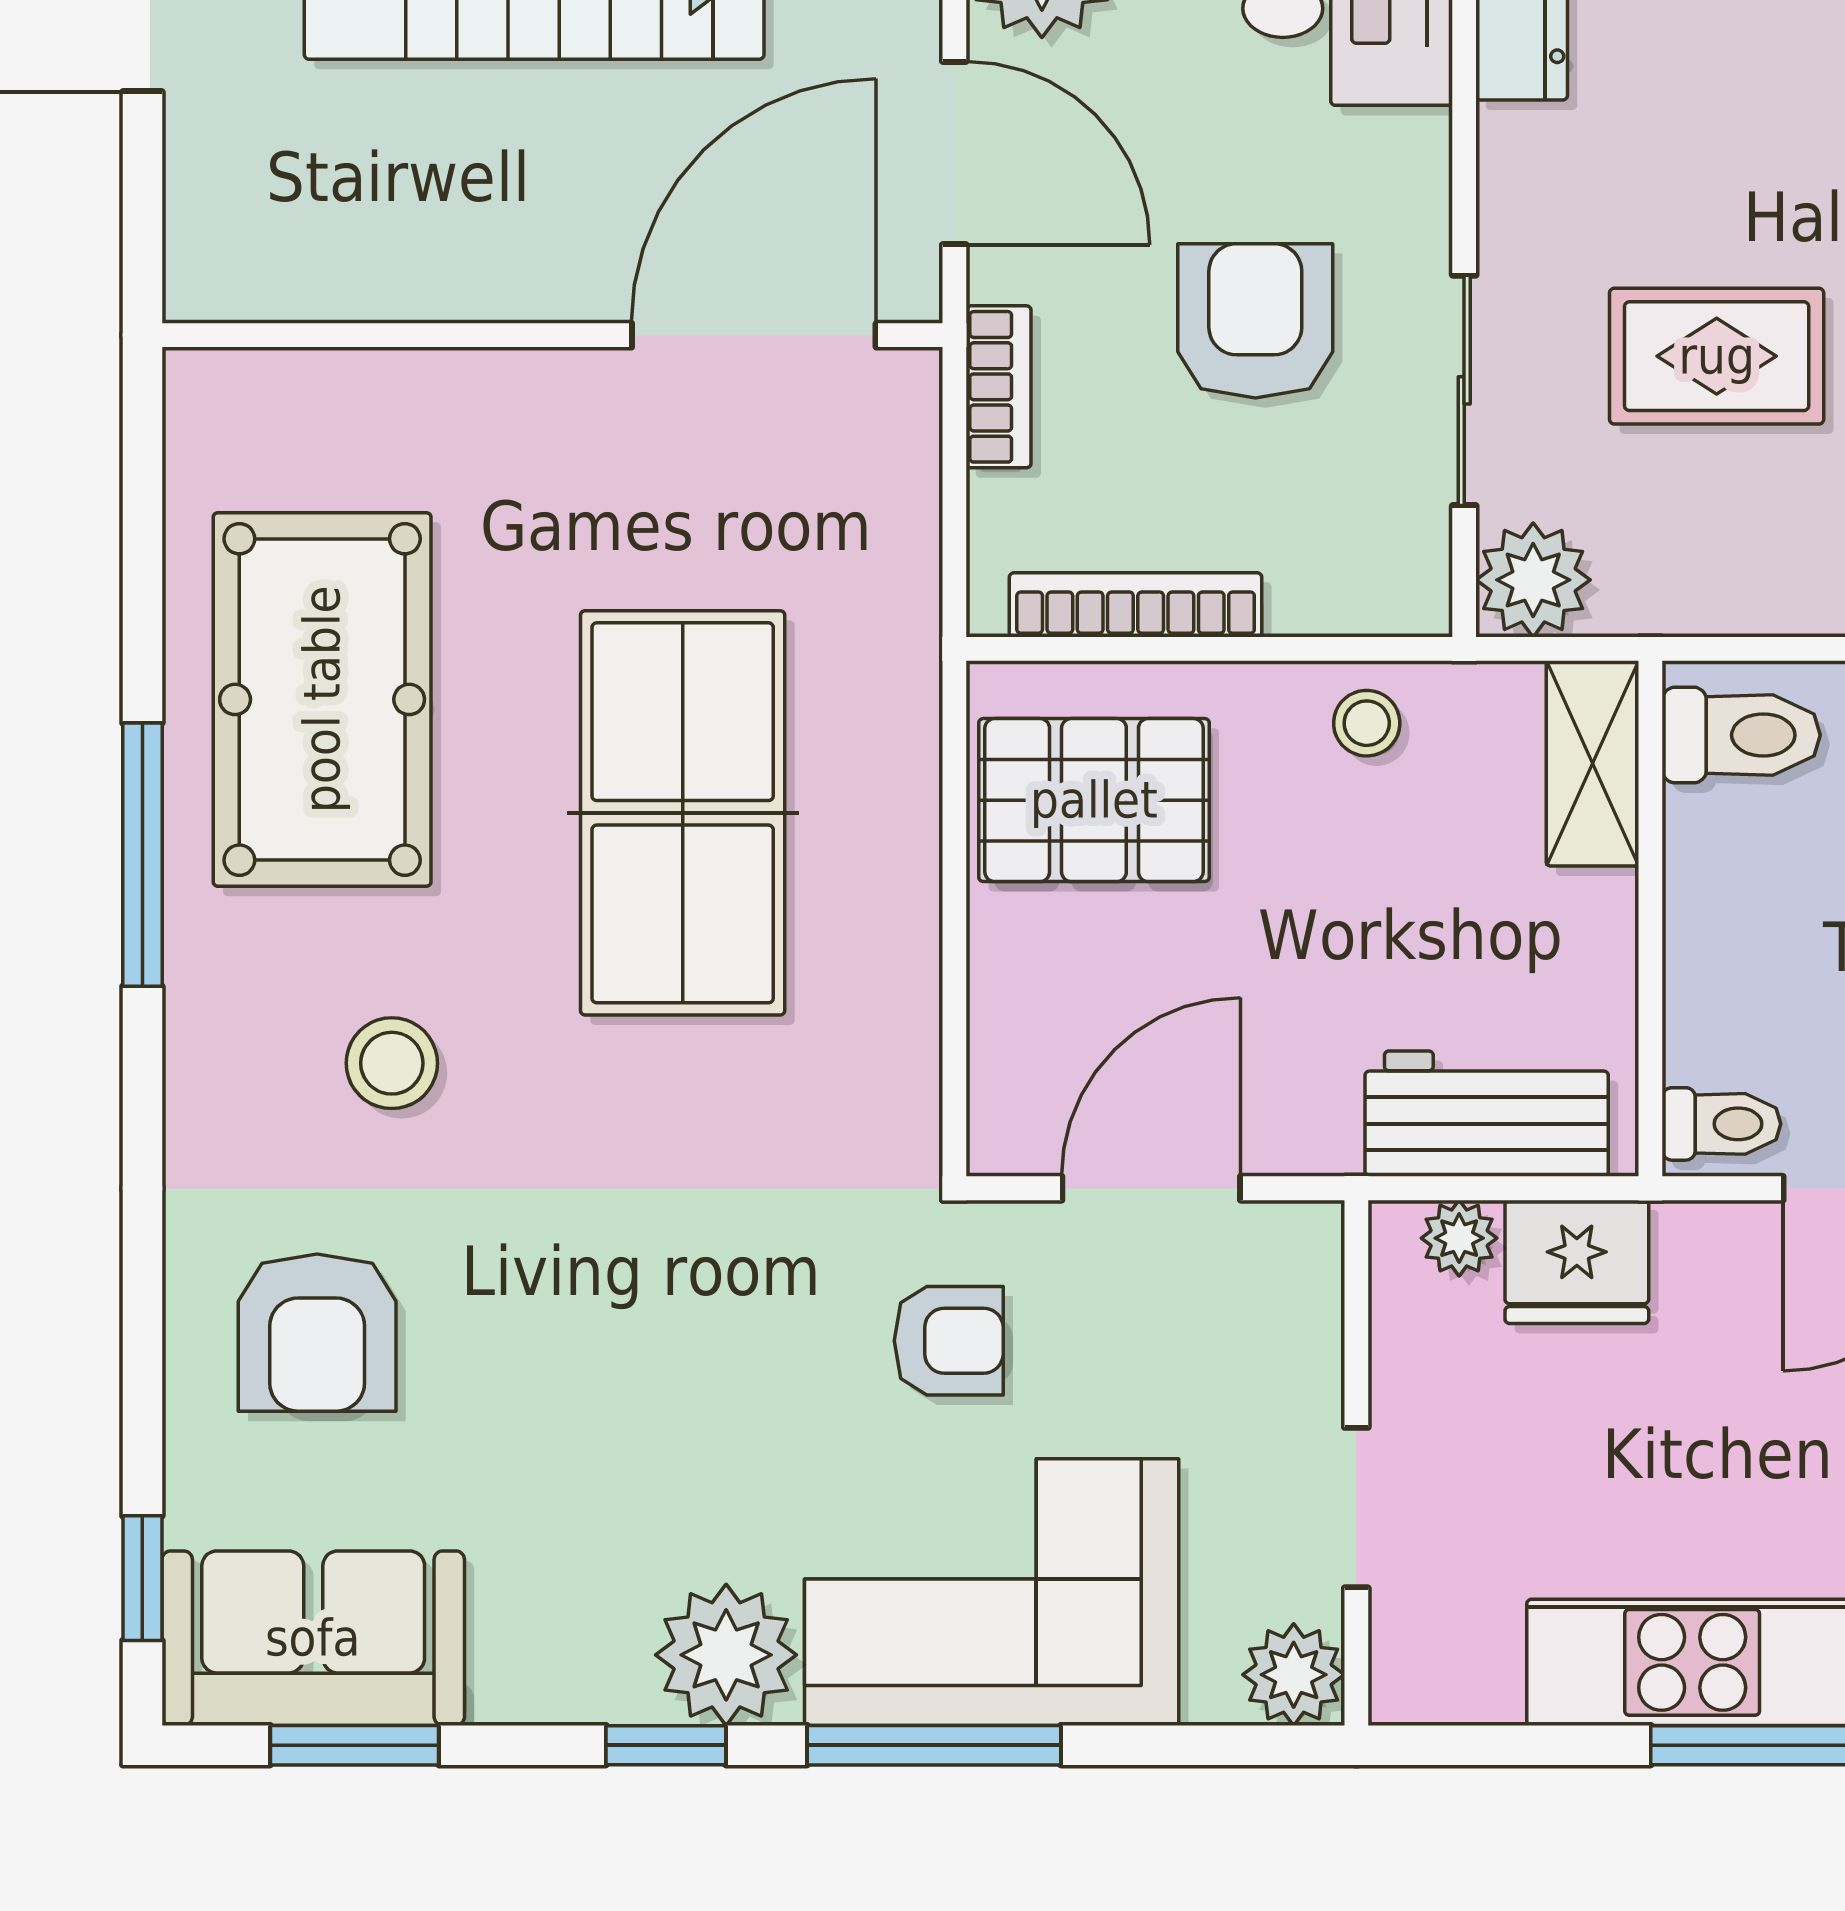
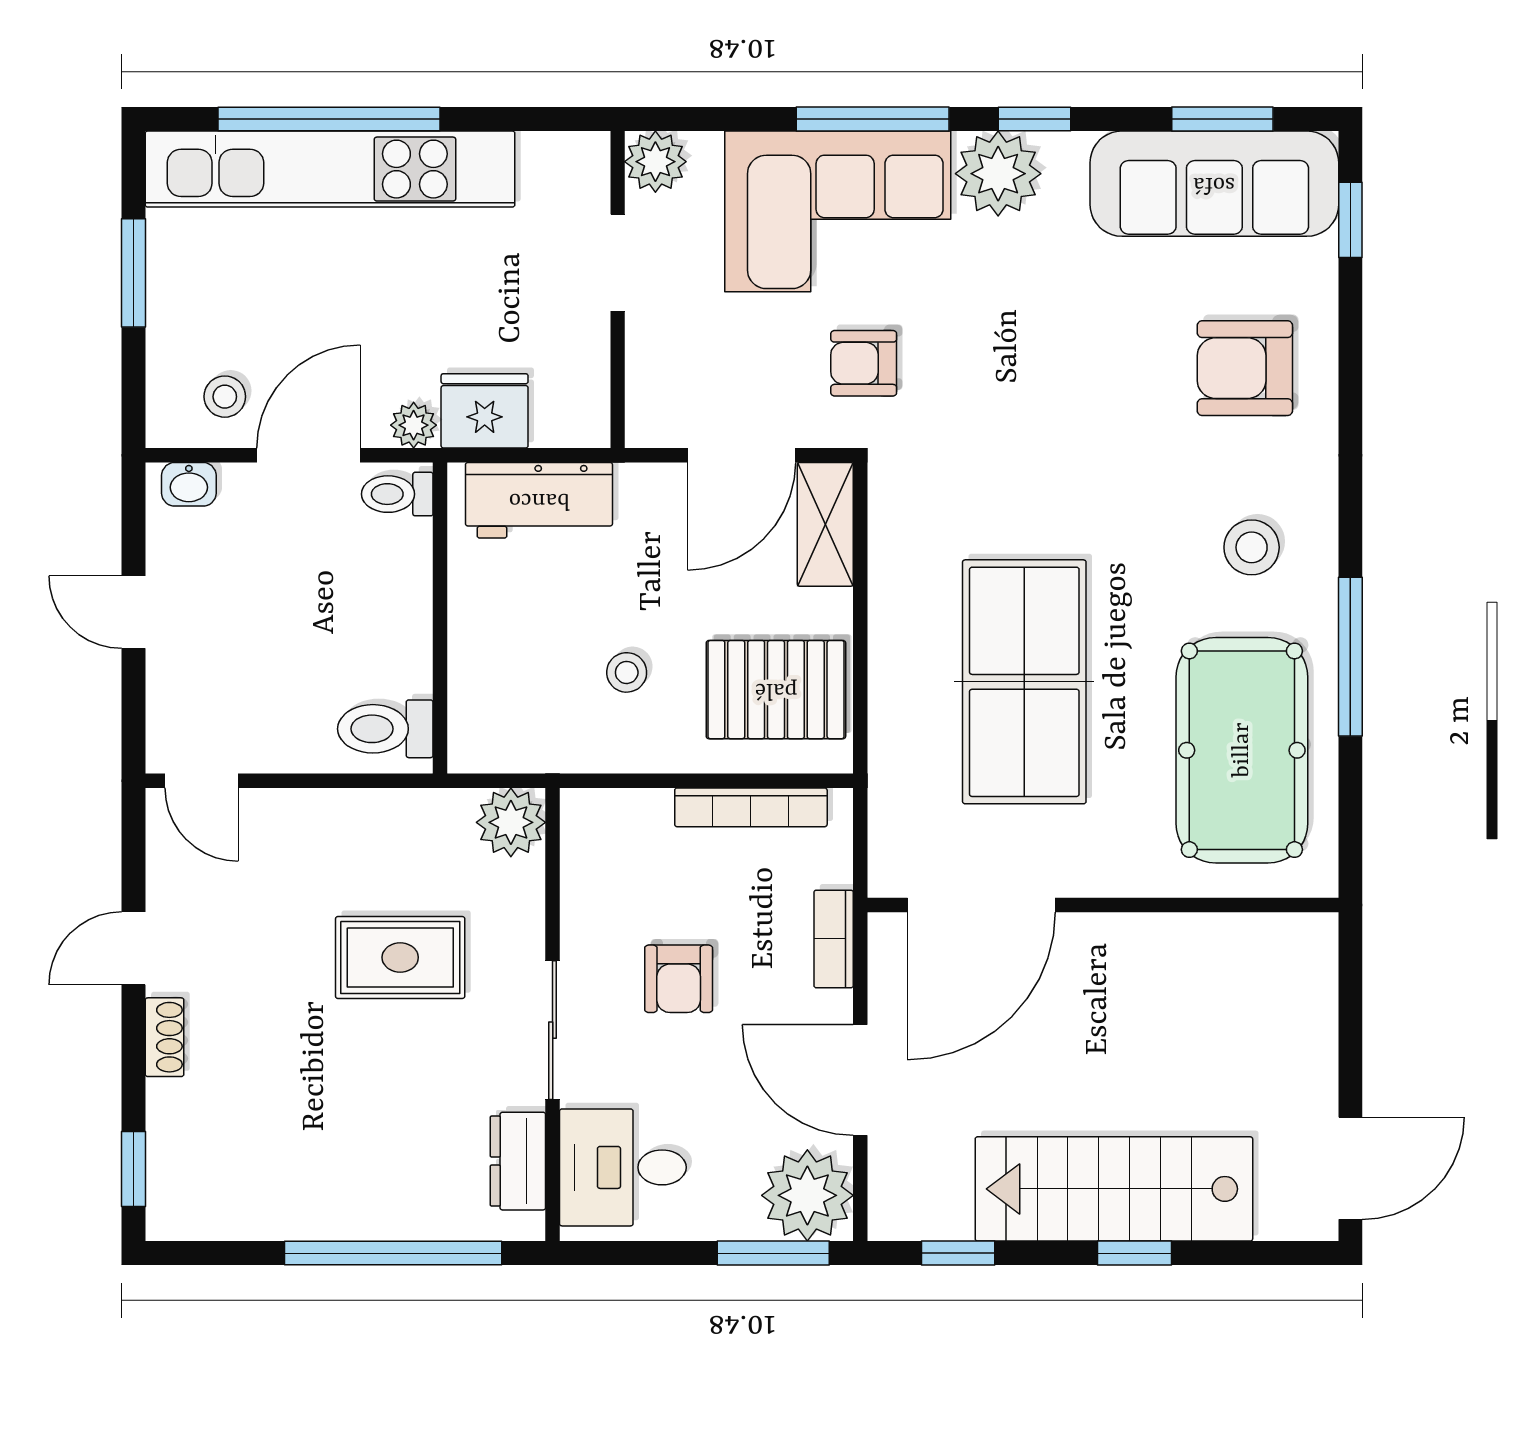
armchair: (1255, 321) -> (679, 979), width x0.72, depth x0.72
wall: (552, 335) -> (1103, 905), moved
door: (754, 335) -> (981, 905), moved
sliding door: (1464, 390) -> (553, 1030), moved
stool: (1367, 723) -> (627, 672), moved
shelving: (1592, 763) -> (825, 524), moved
stool: (392, 1063) -> (1252, 547), moved
plant: (1459, 1238) -> (414, 425), moved
armchair: (317, 1333) -> (1245, 368), turned -90
sofa: (313, 1638) -> (1214, 184), width x1.36

